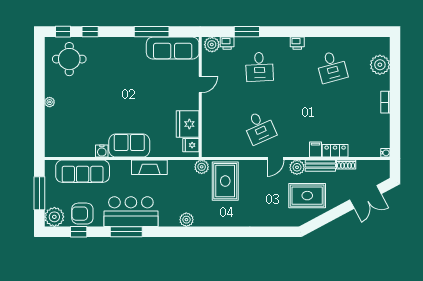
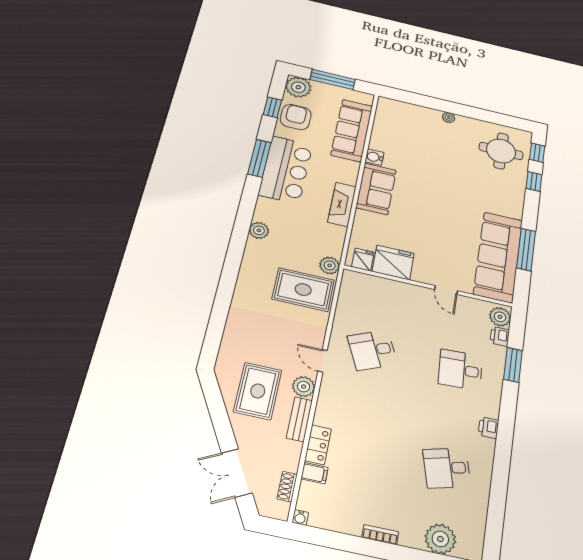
sofa: (173, 48) -> (498, 257), width x1.36, depth x1.27
filing cabinet: (316, 149) -> (314, 473), moved
shoe rack: (346, 164) -> (287, 487), moved

